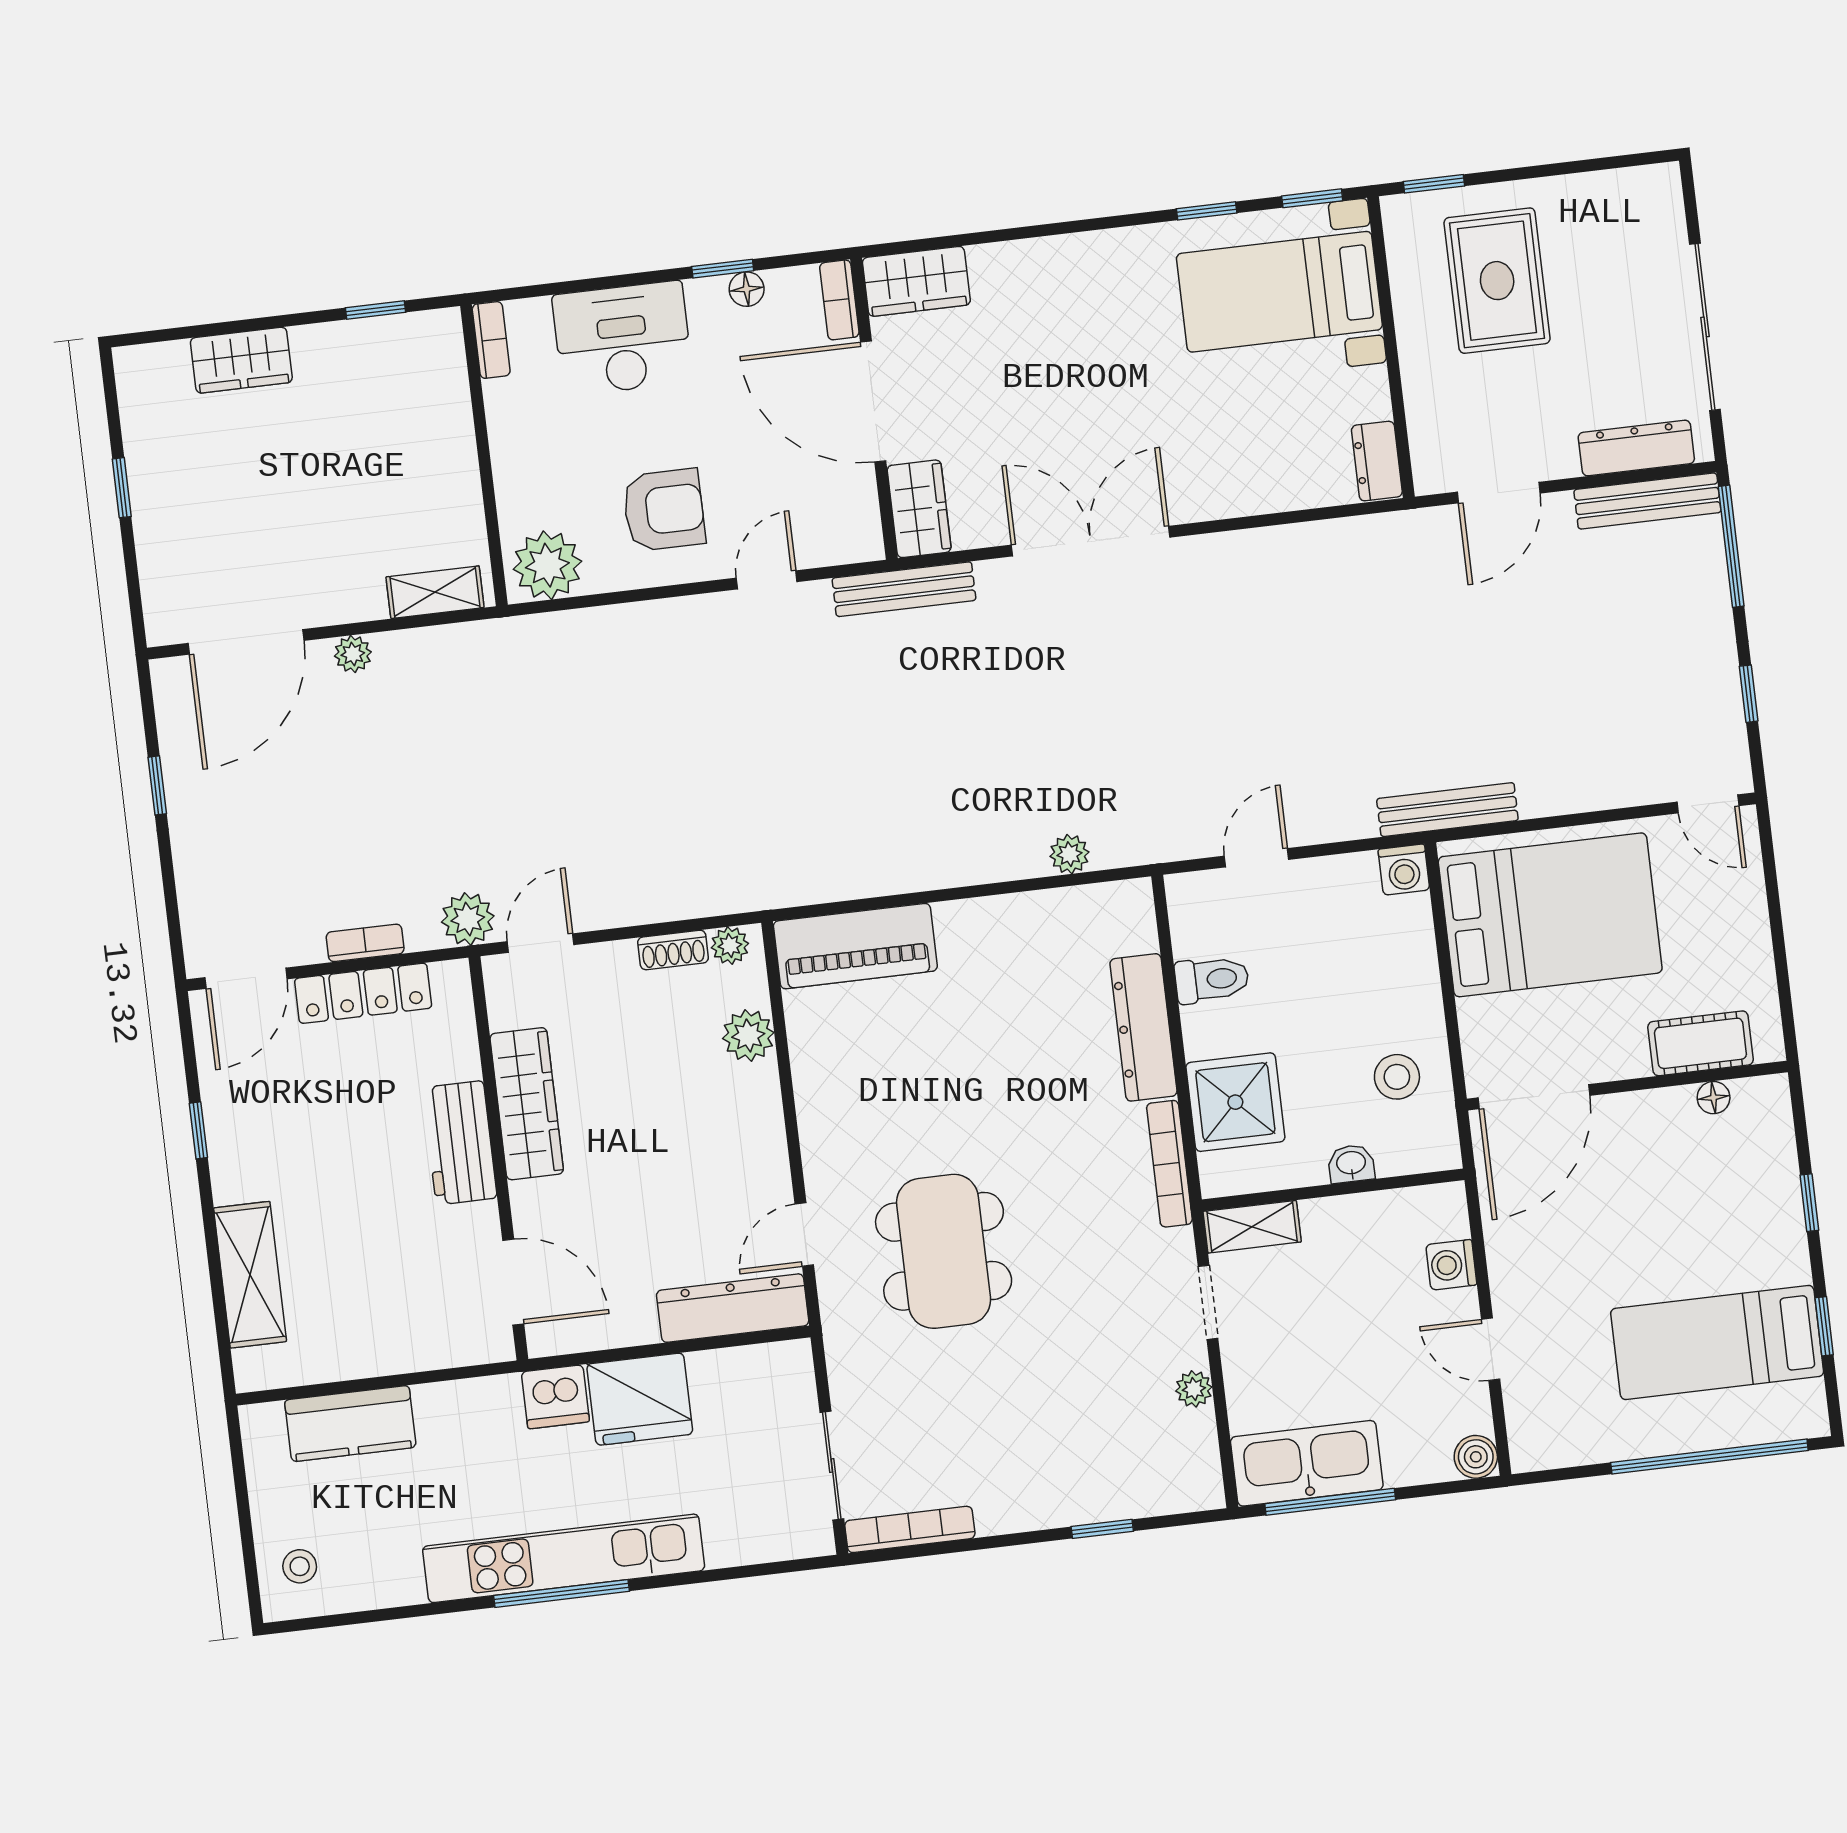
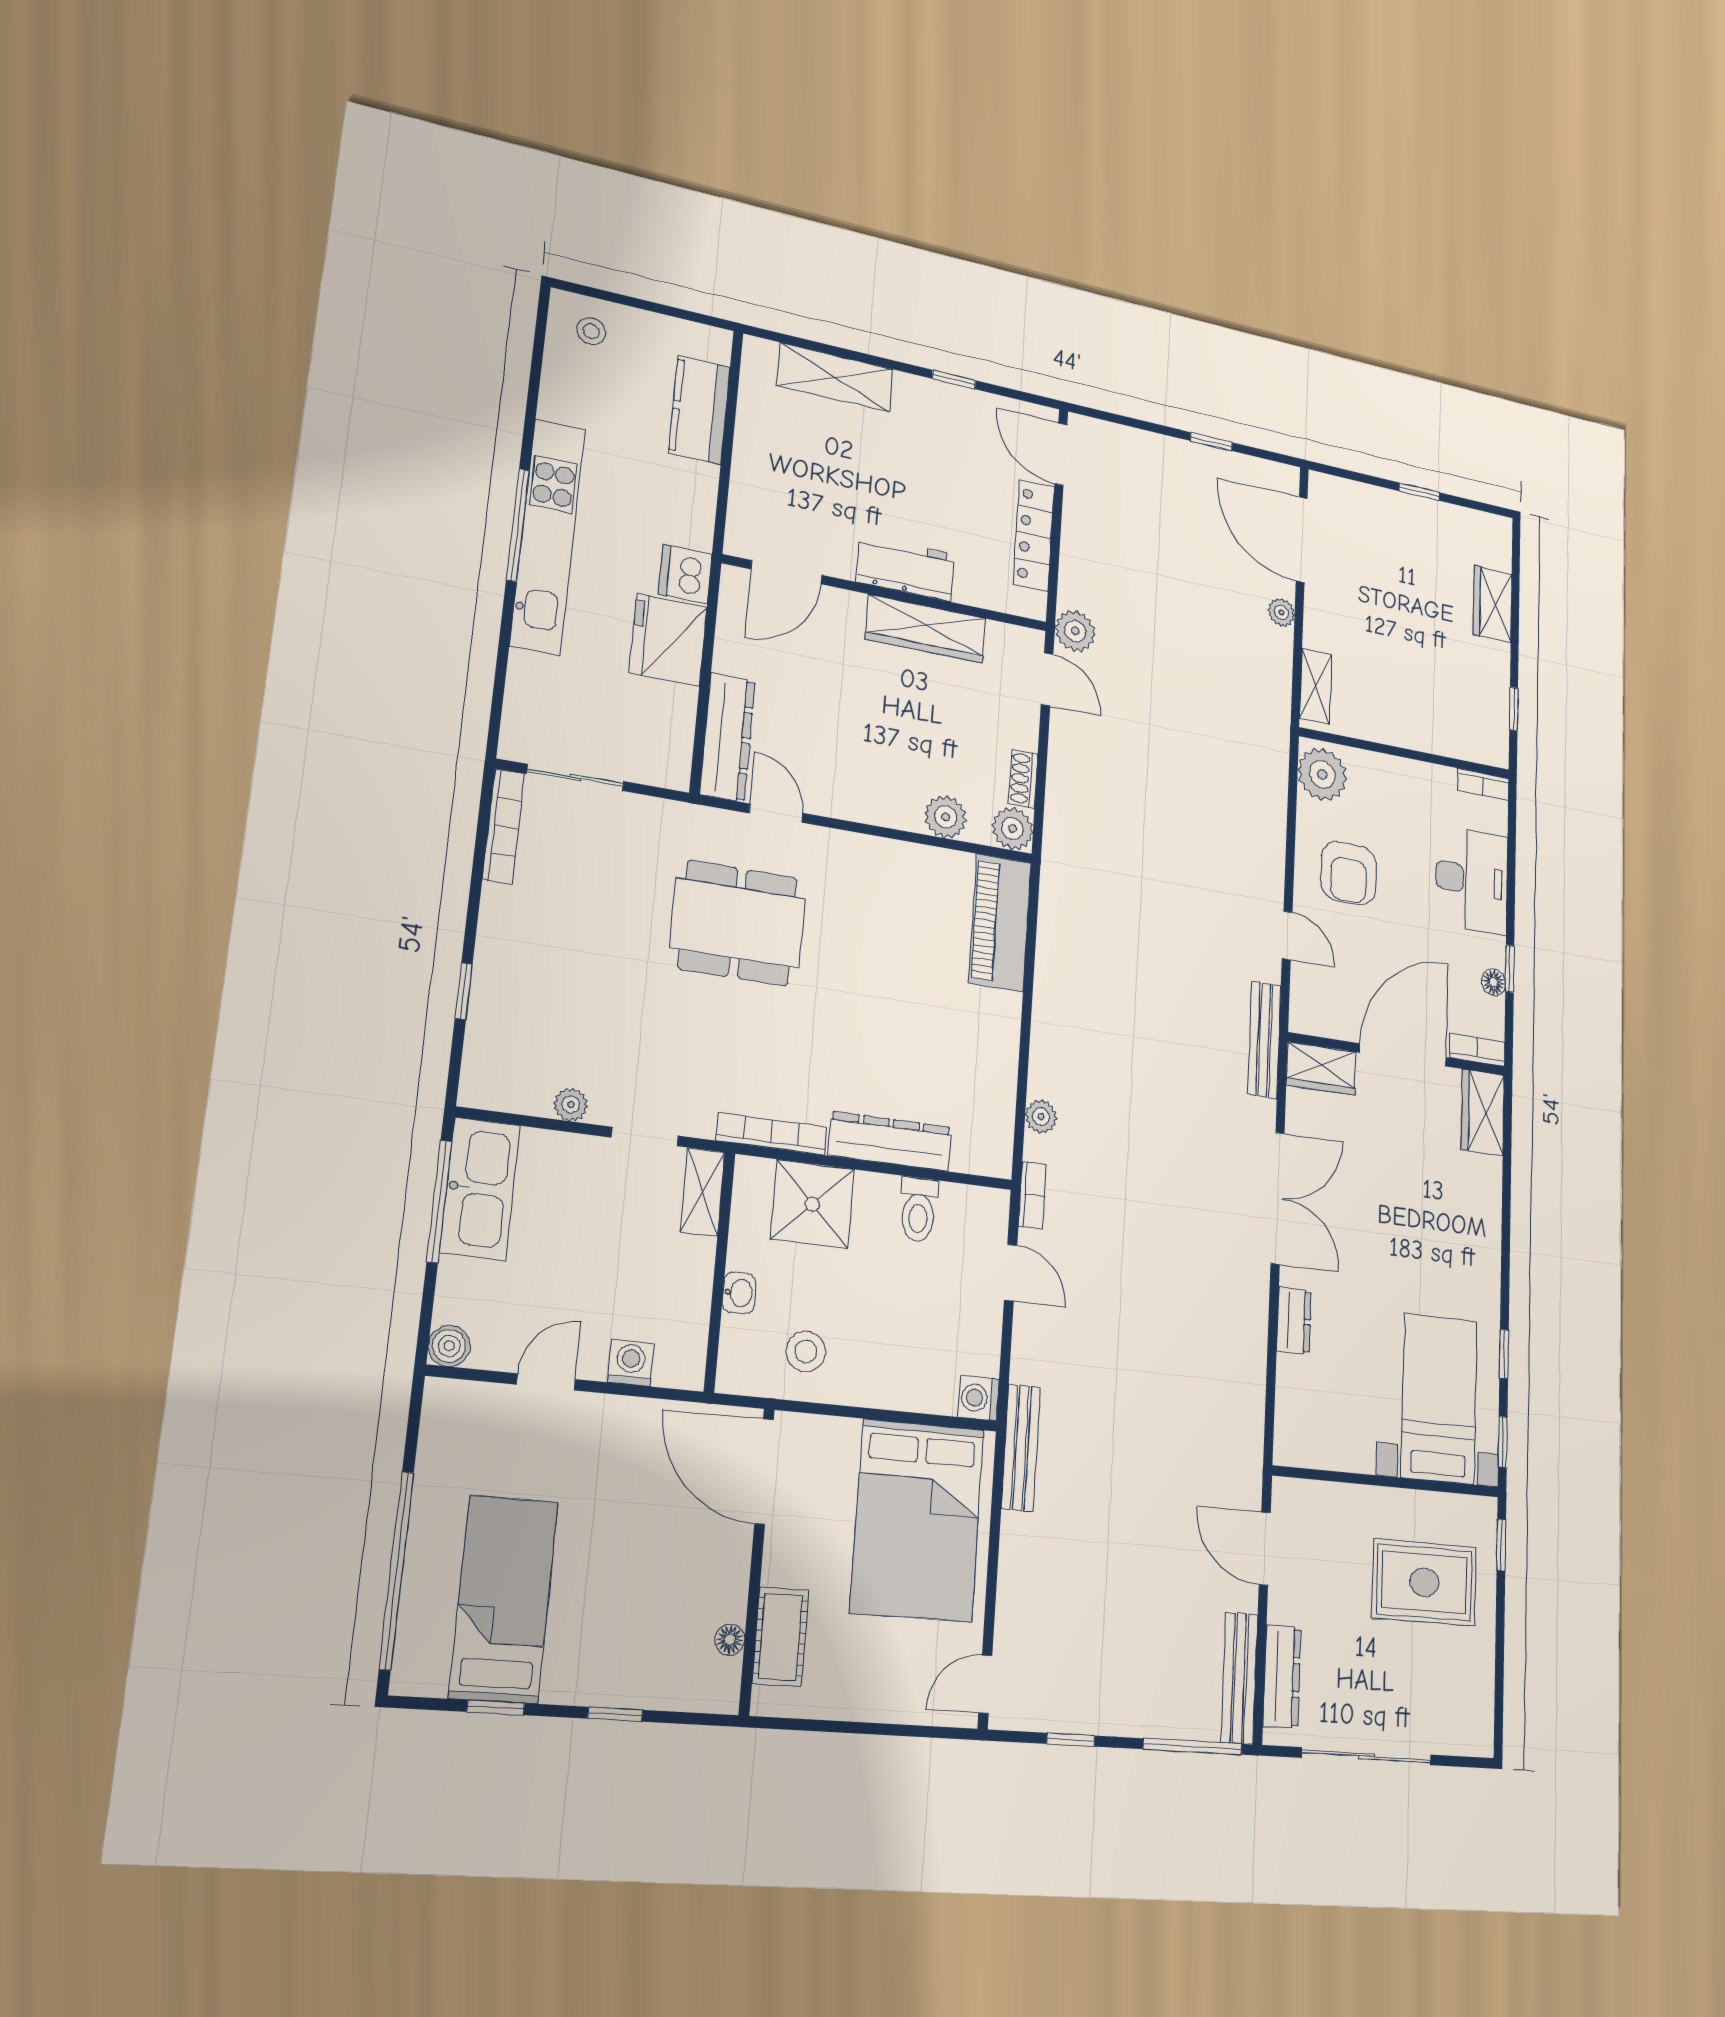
dresser: (1377, 461) -> (1294, 1321), moved, turned 90
bookcase: (365, 943) -> (1032, 1195), moved
plant: (730, 946) -> (1013, 829), width x1.38, depth x1.38

